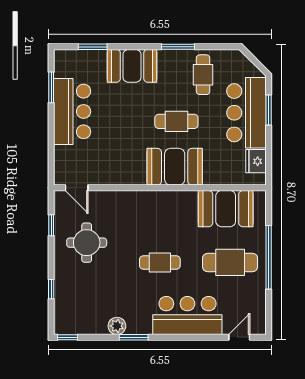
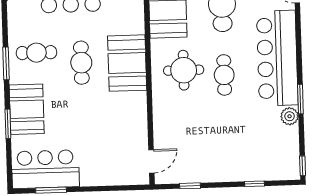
window: (93, 47) -> (8, 124), moved
cafe table: (203, 75) -> (36, 53), moved
bar counter: (72, 111) -> (45, 169), moved
round table: (87, 243) -> (184, 70), moved
bar counter: (187, 316) -> (277, 58), width x1.36

